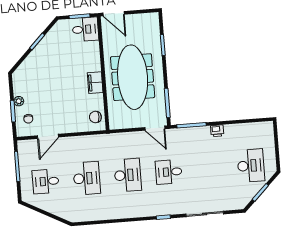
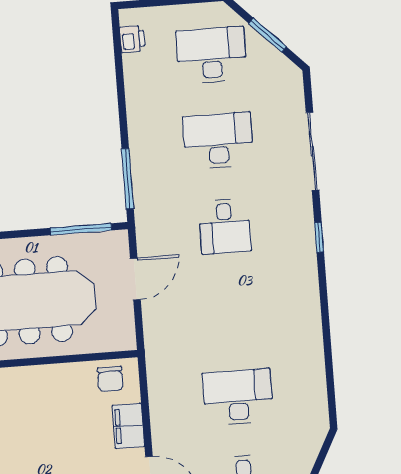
filing cabinet: (95, 83) -> (128, 426), moved, turned 90
door: (155, 128) -> (135, 279), moved
printer: (217, 131) -> (132, 39), moved
desk: (128, 175) -> (218, 141), moved

